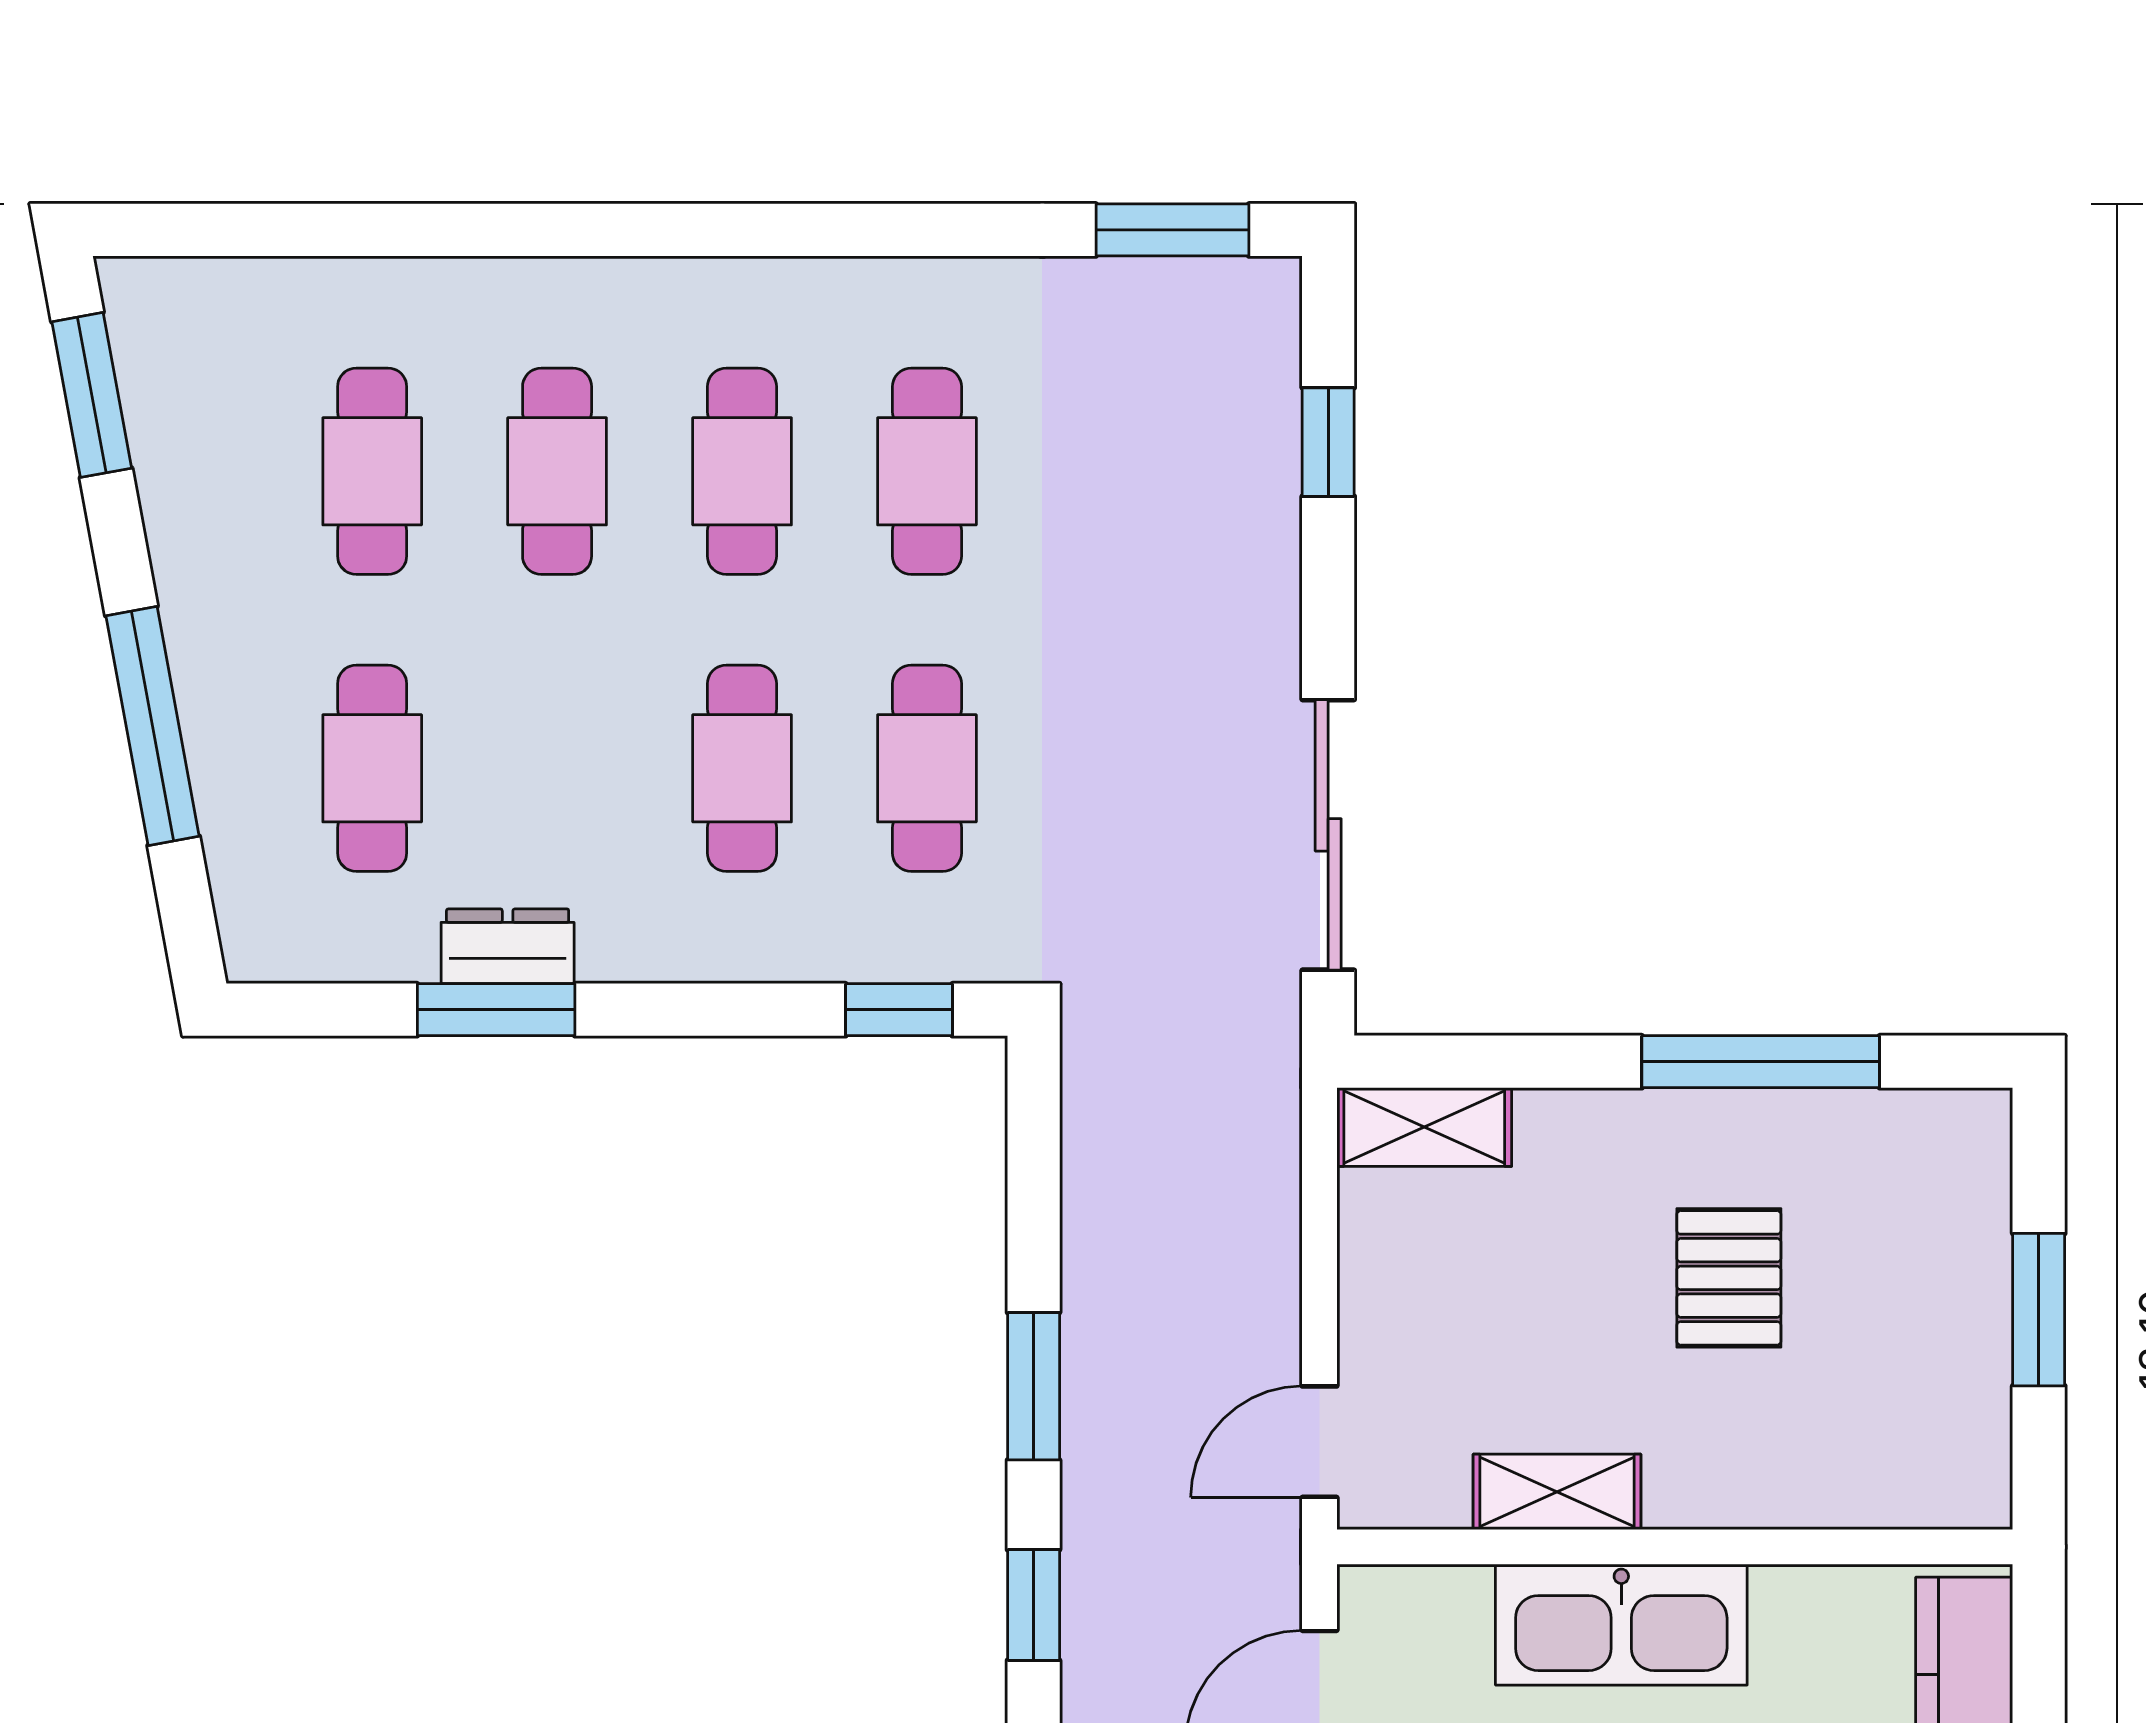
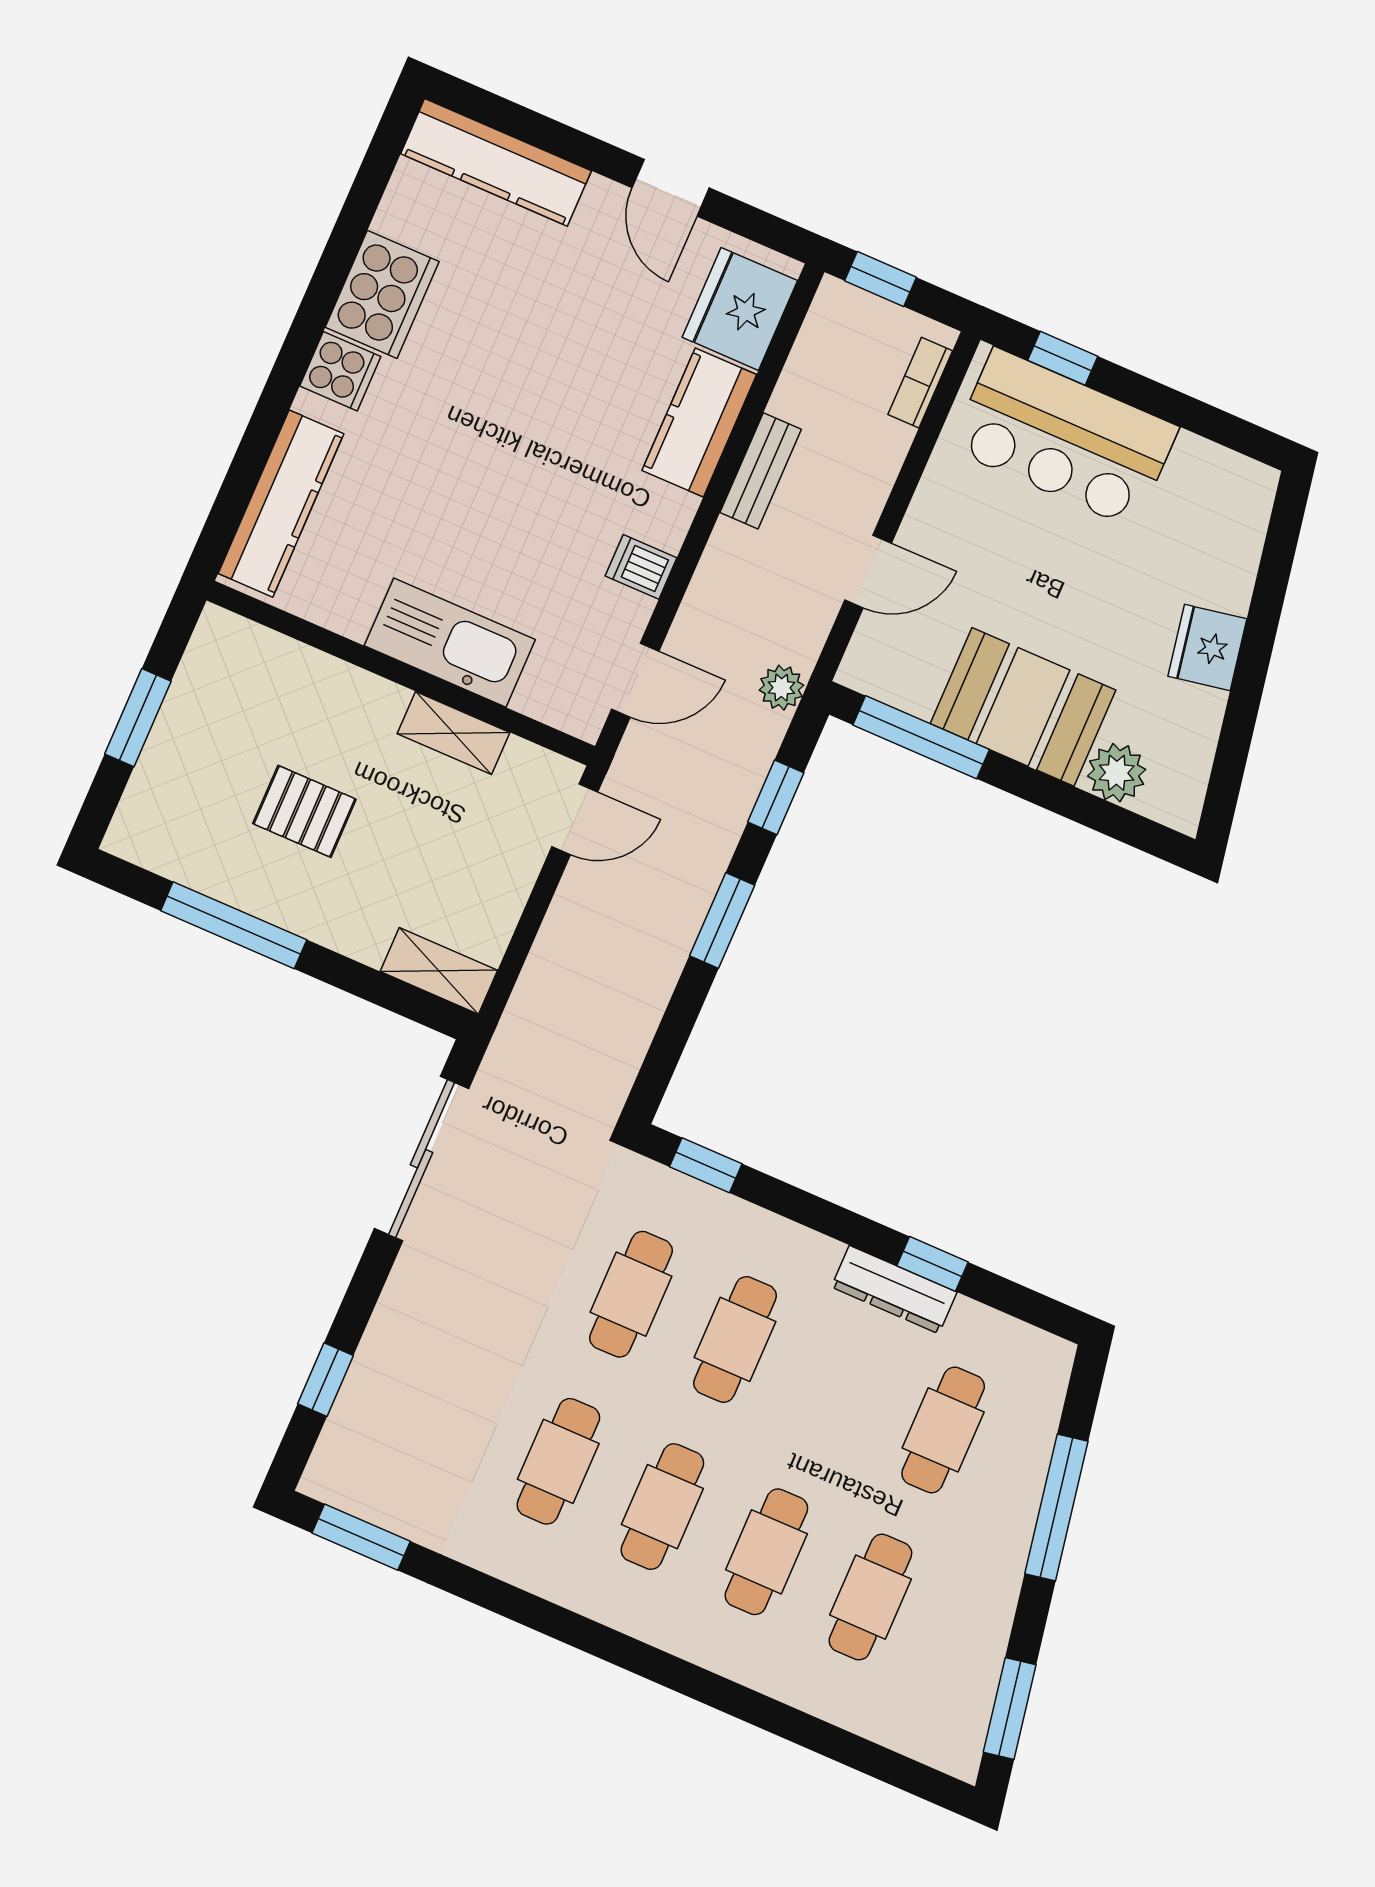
dresser: (508, 946) -> (894, 1290), width x1.44
window: (496, 1010) -> (932, 1264), width x0.67
pallet: (1729, 1278) -> (304, 811), turned 90

